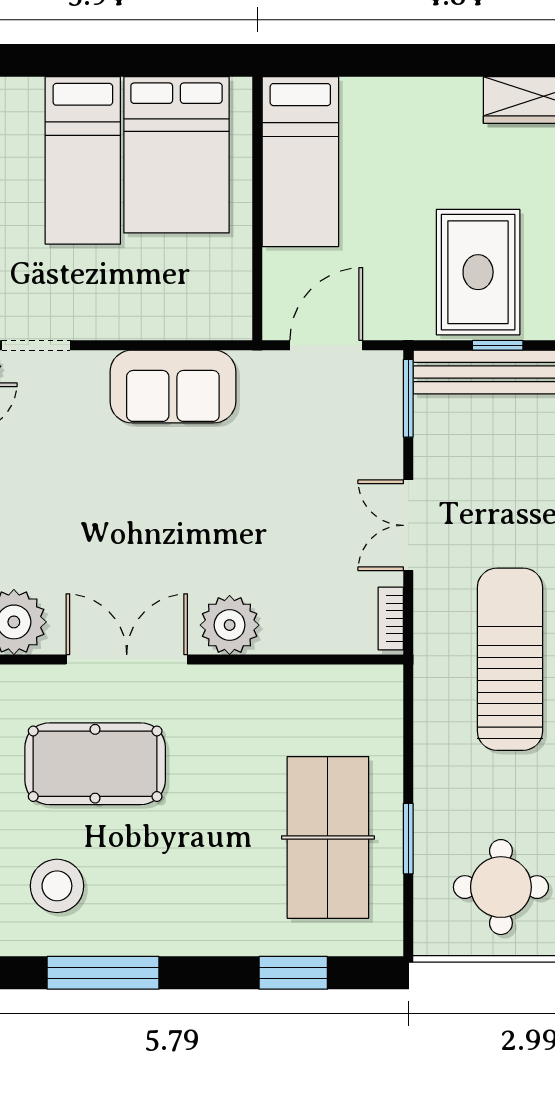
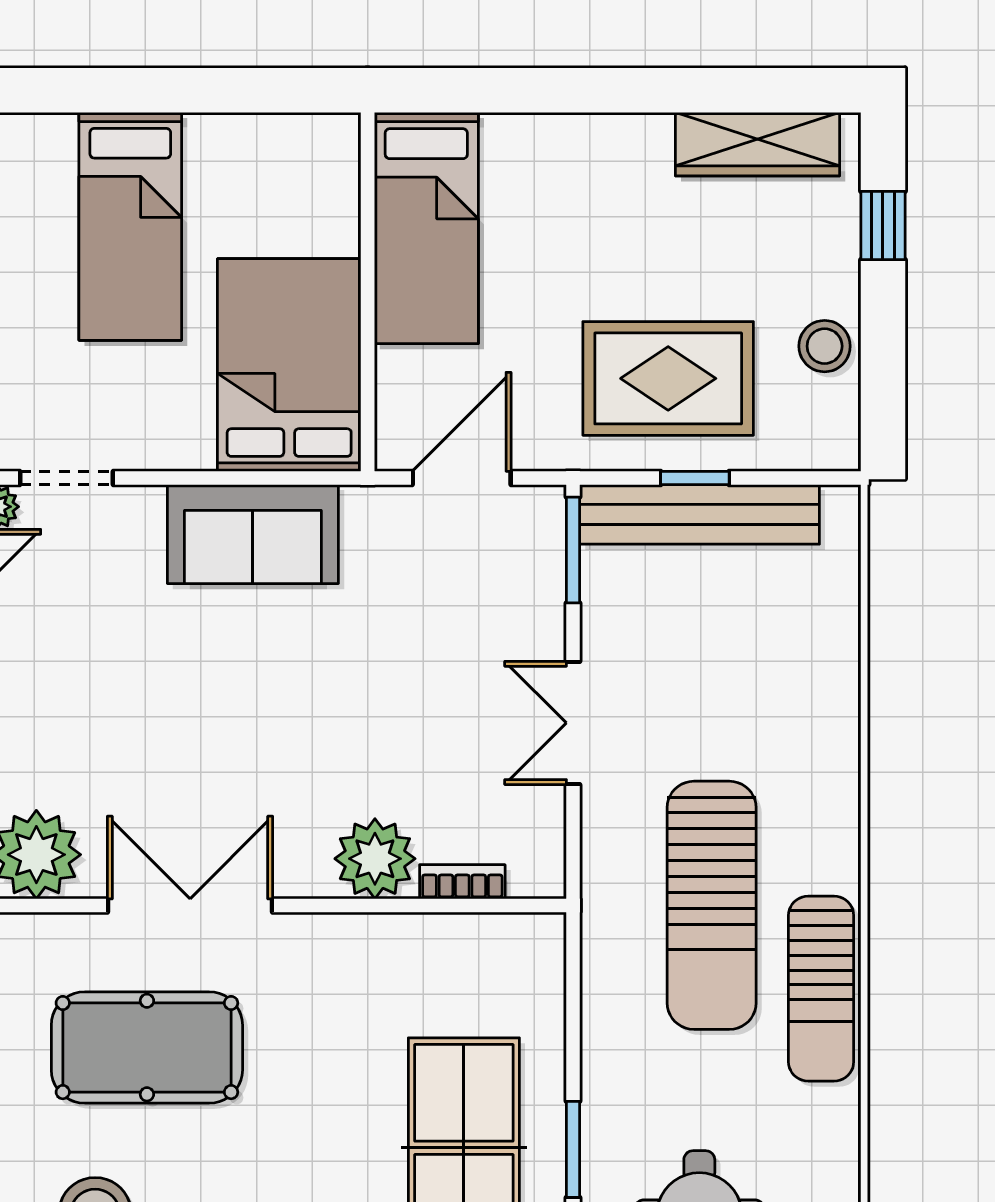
bed: (176, 155) -> (289, 365), moved, turned 180
rug: (478, 272) -> (668, 378), turned 90
bookcase: (391, 618) -> (462, 882), moved, turned 90
plant: (230, 625) -> (375, 859), moved
sun lounger: (510, 659) -> (712, 905), turned 180

